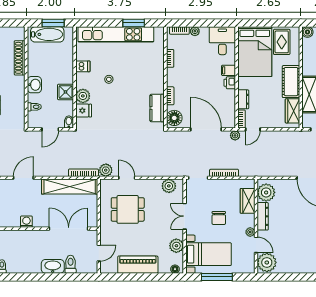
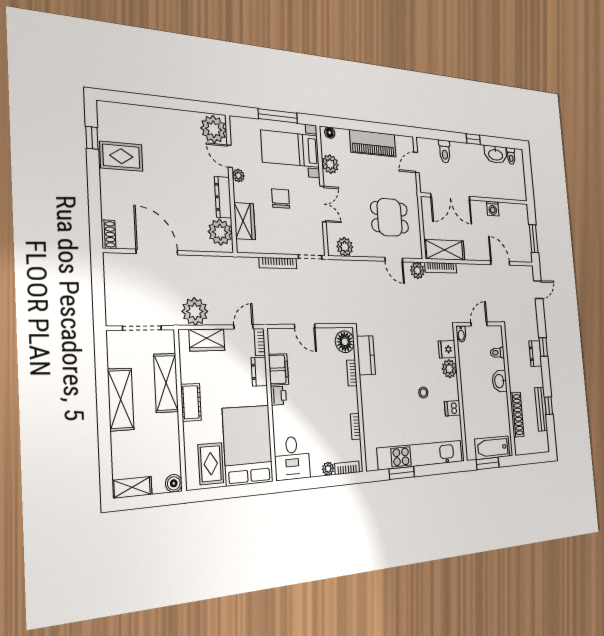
filing cabinet: (229, 70) -> (279, 369), moved, width x2.00
cot: (291, 82) -> (191, 402), width x0.73, depth x0.75
shower: (65, 92) -> (468, 373), removed
wardrobe: (293, 111) -> (207, 340), moved, turned 90
door: (206, 129) -> (305, 326), width x0.53
plant: (235, 135) -> (195, 311), moved, width x1.87, depth x1.87
door: (23, 178) -> (500, 263), swing flipped
shelving: (70, 187) -> (444, 250), width x0.68
washbasin: (53, 266) -> (496, 154), moved
window: (41, 277) -> (473, 139), added

